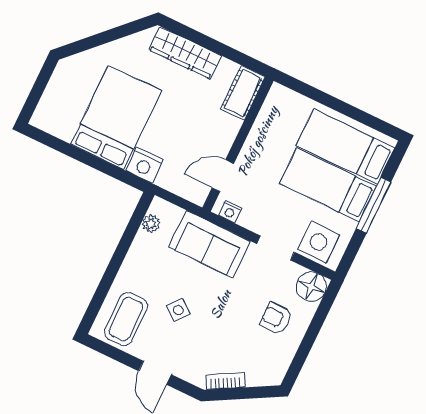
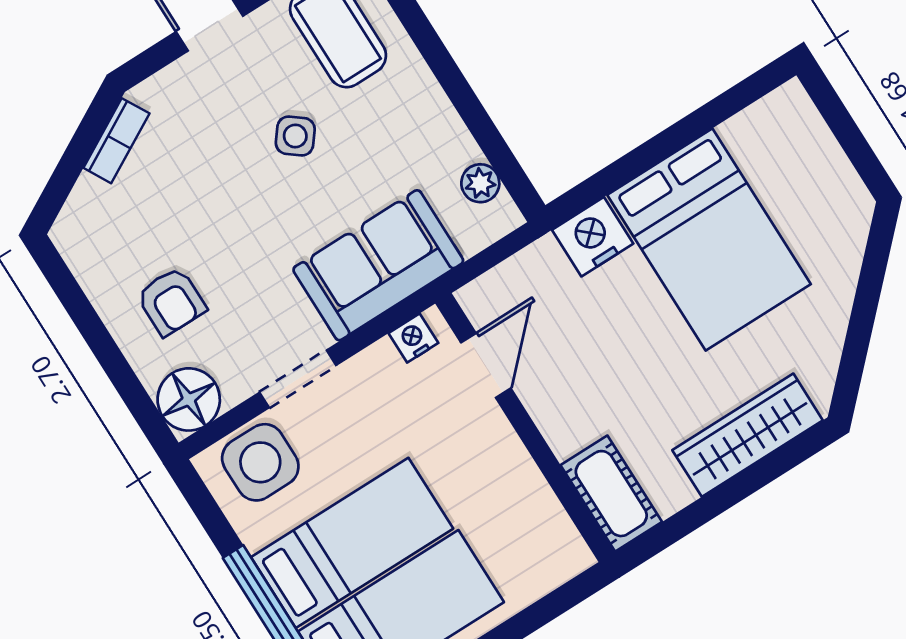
armchair: (276, 318) -> (171, 301), turned 90

